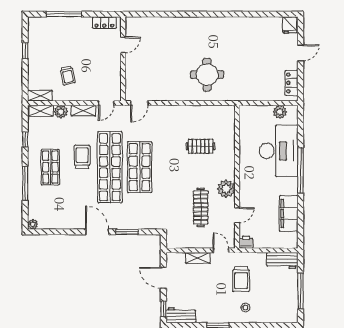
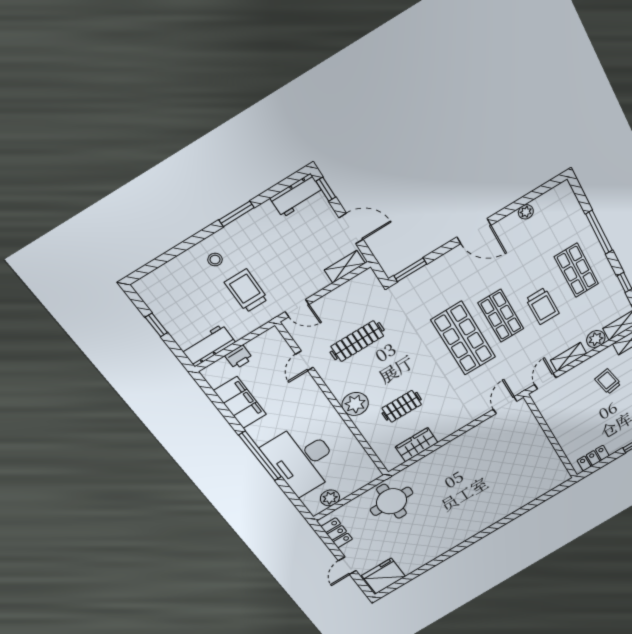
fridge: (290, 25) -> (384, 576), width x1.88, depth x1.34
door: (123, 45) -> (559, 450), removed
round table: (207, 75) -> (392, 501), moved
wardrobe: (207, 113) -> (417, 445), added
shop shelf: (110, 167) -> (501, 316), width x0.50, depth x0.74
plant: (226, 189) -> (355, 404), moved
clothes rail: (201, 207) -> (357, 341), turned 90
plant: (33, 224) -> (526, 212), moved
window: (127, 232) -> (410, 270), moved
printer: (246, 242) -> (239, 357), moved
shelving: (198, 258) -> (345, 267), moved
window: (301, 291) -> (156, 325), width x0.46

